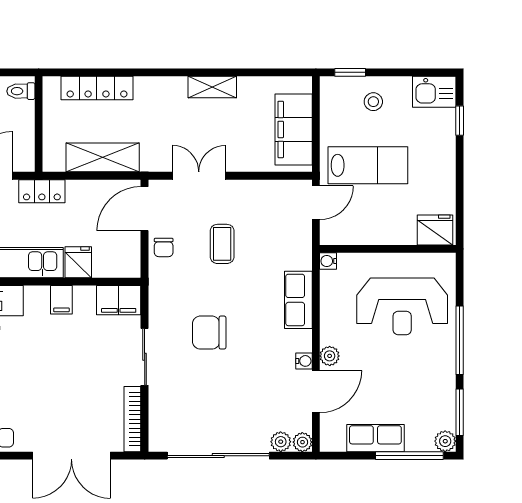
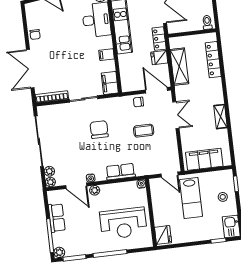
fridge: (78, 262) -> (159, 58), moved, turned 180
reception desk: (402, 306) -> (123, 223), turned -90

